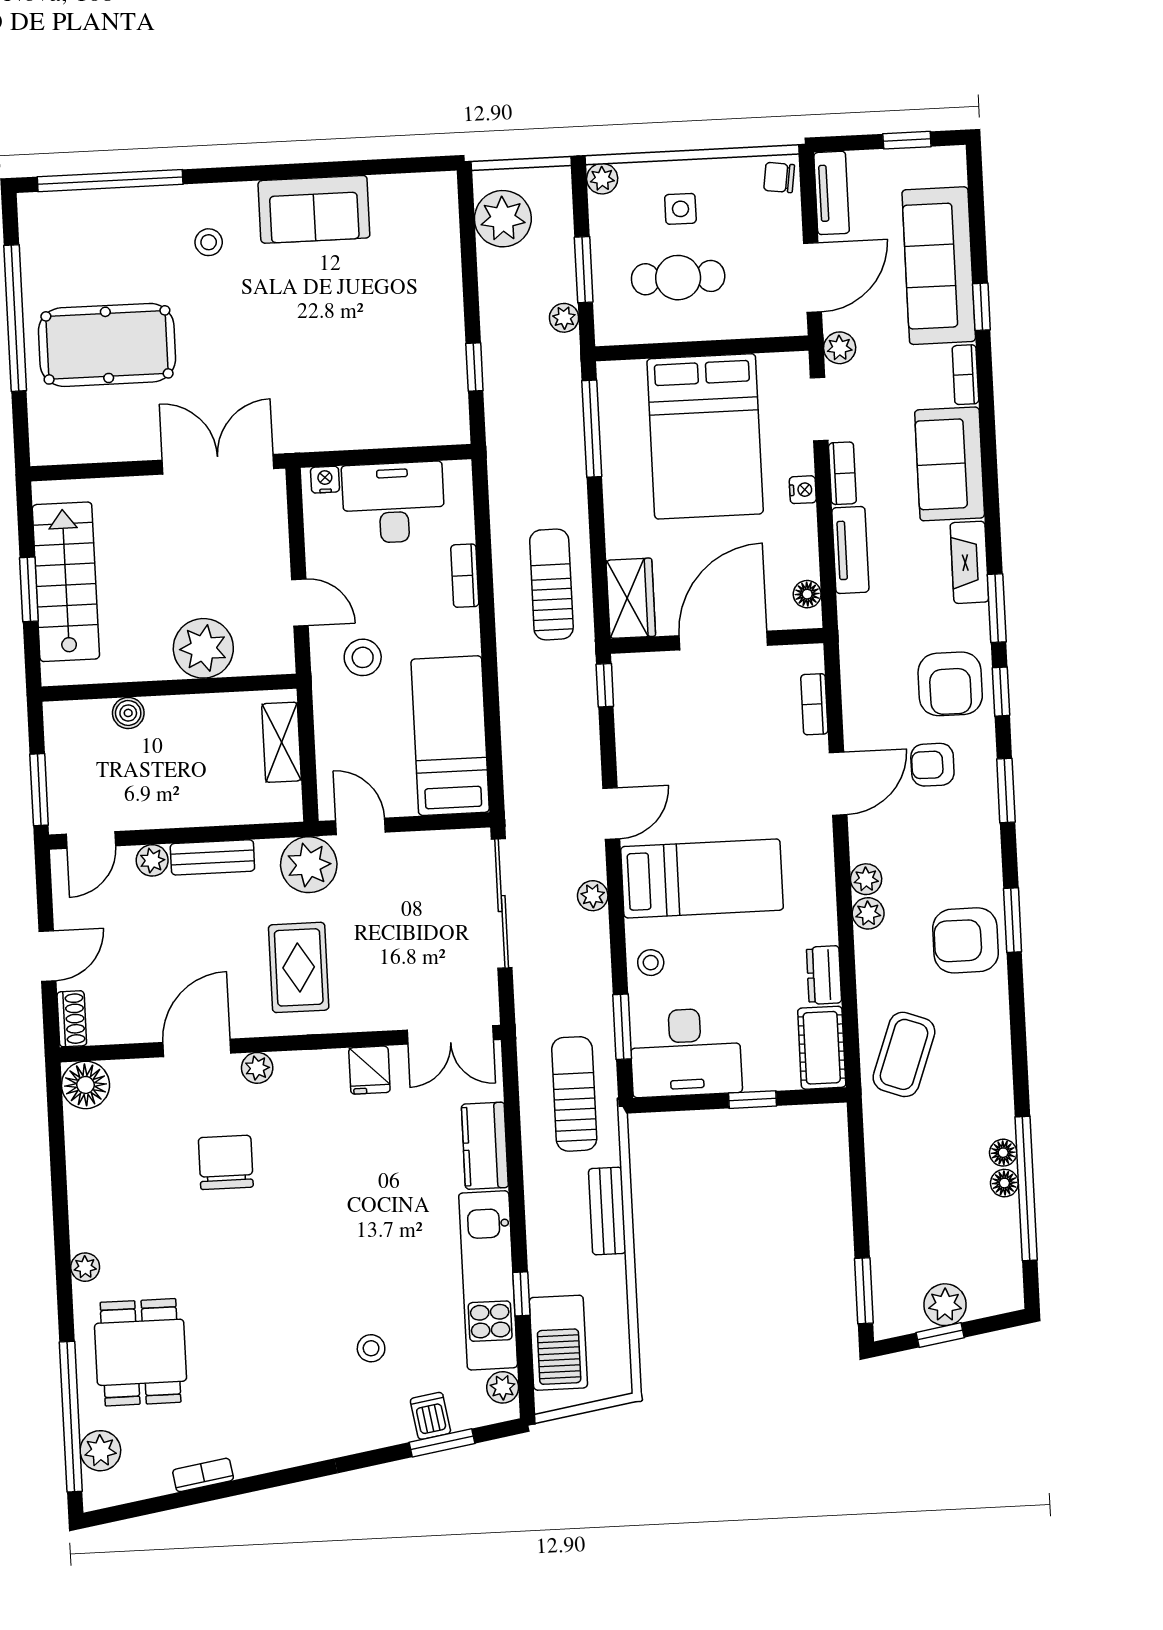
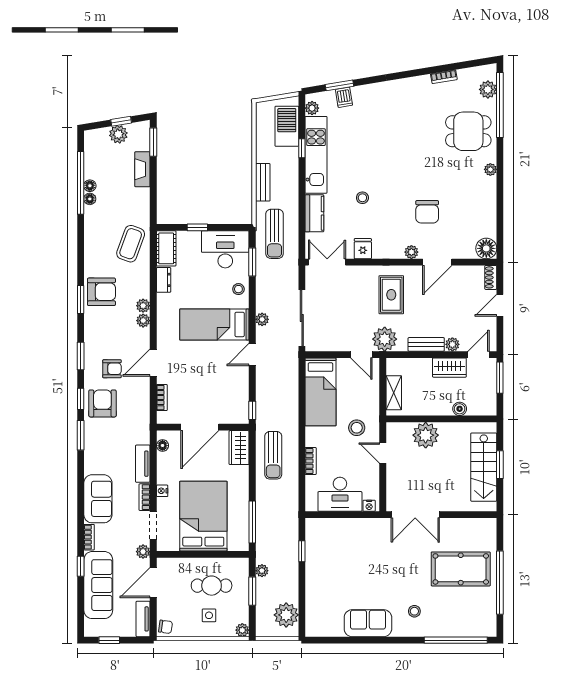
fireplace: (969, 562) -> (142, 169), moved, turned 180
wardrobe: (156, 807) -> (449, 368), added
stool: (371, 1348) -> (362, 198), moved
dining table: (141, 1352) -> (468, 131), turned 90

